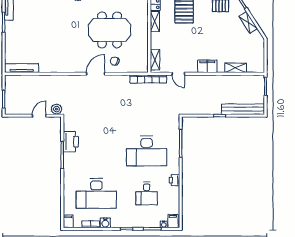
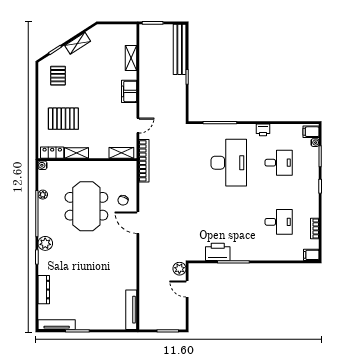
desk: (96, 193) -> (279, 222), width x0.53, depth x0.77
water cooler: (105, 223) -> (313, 211), removed

